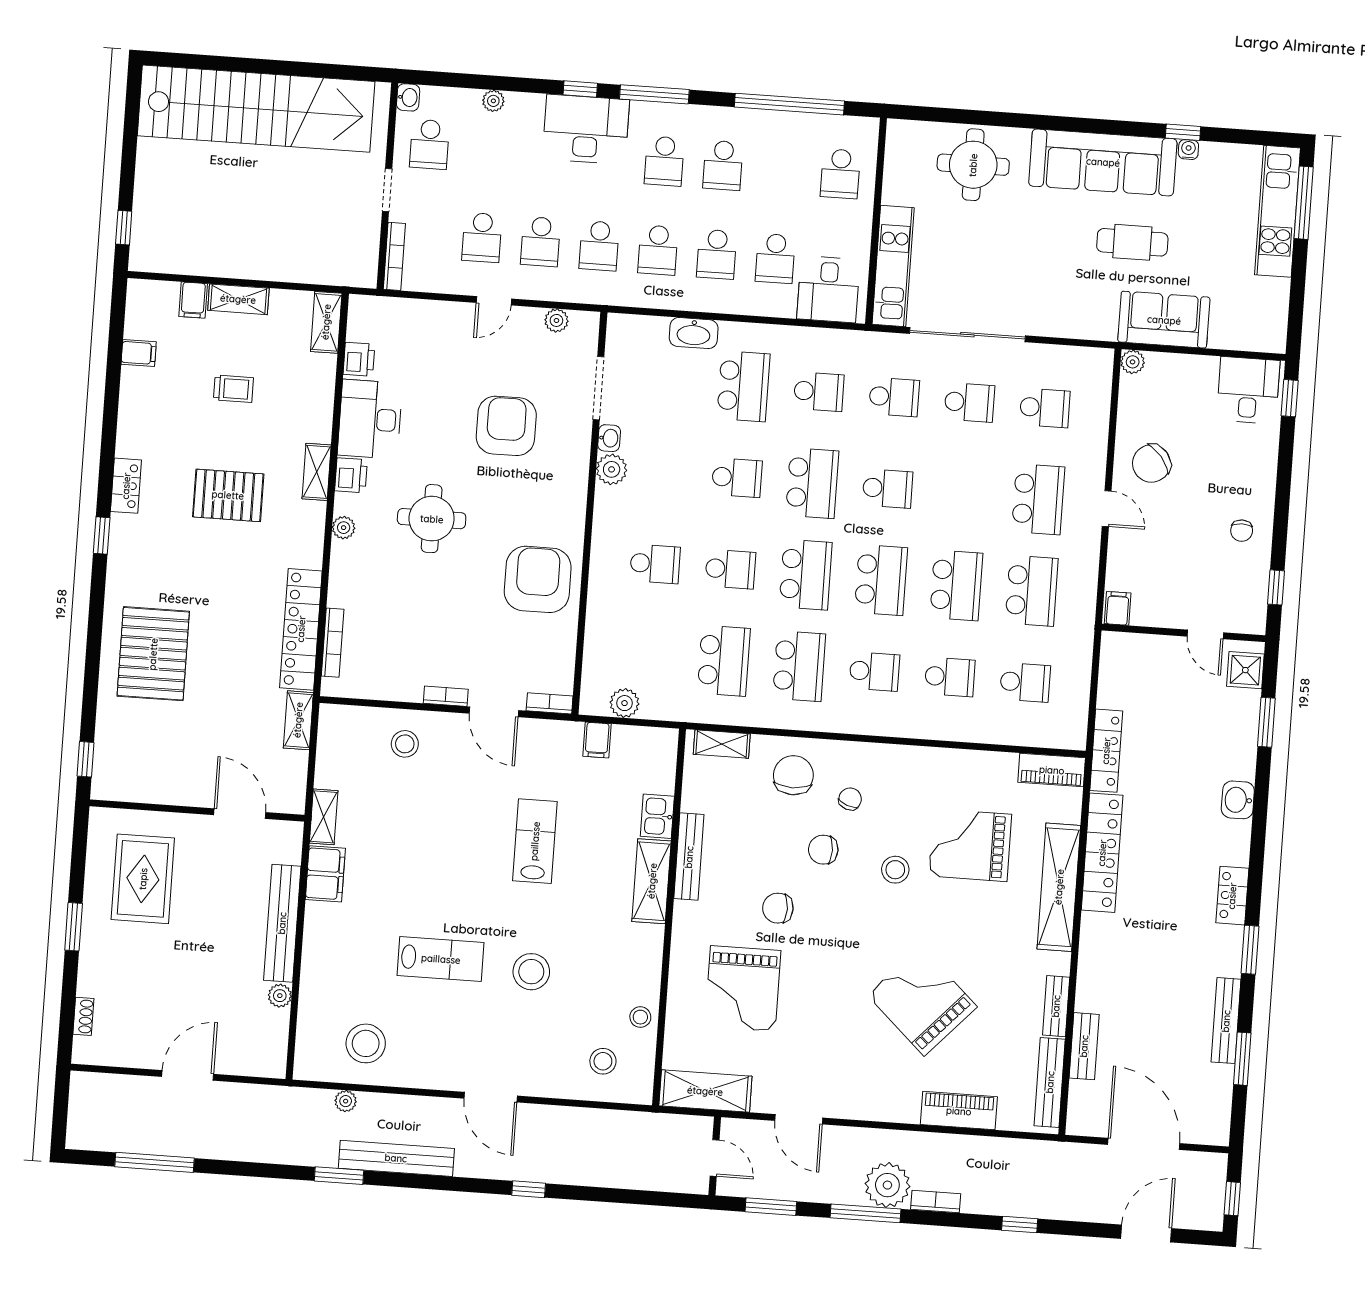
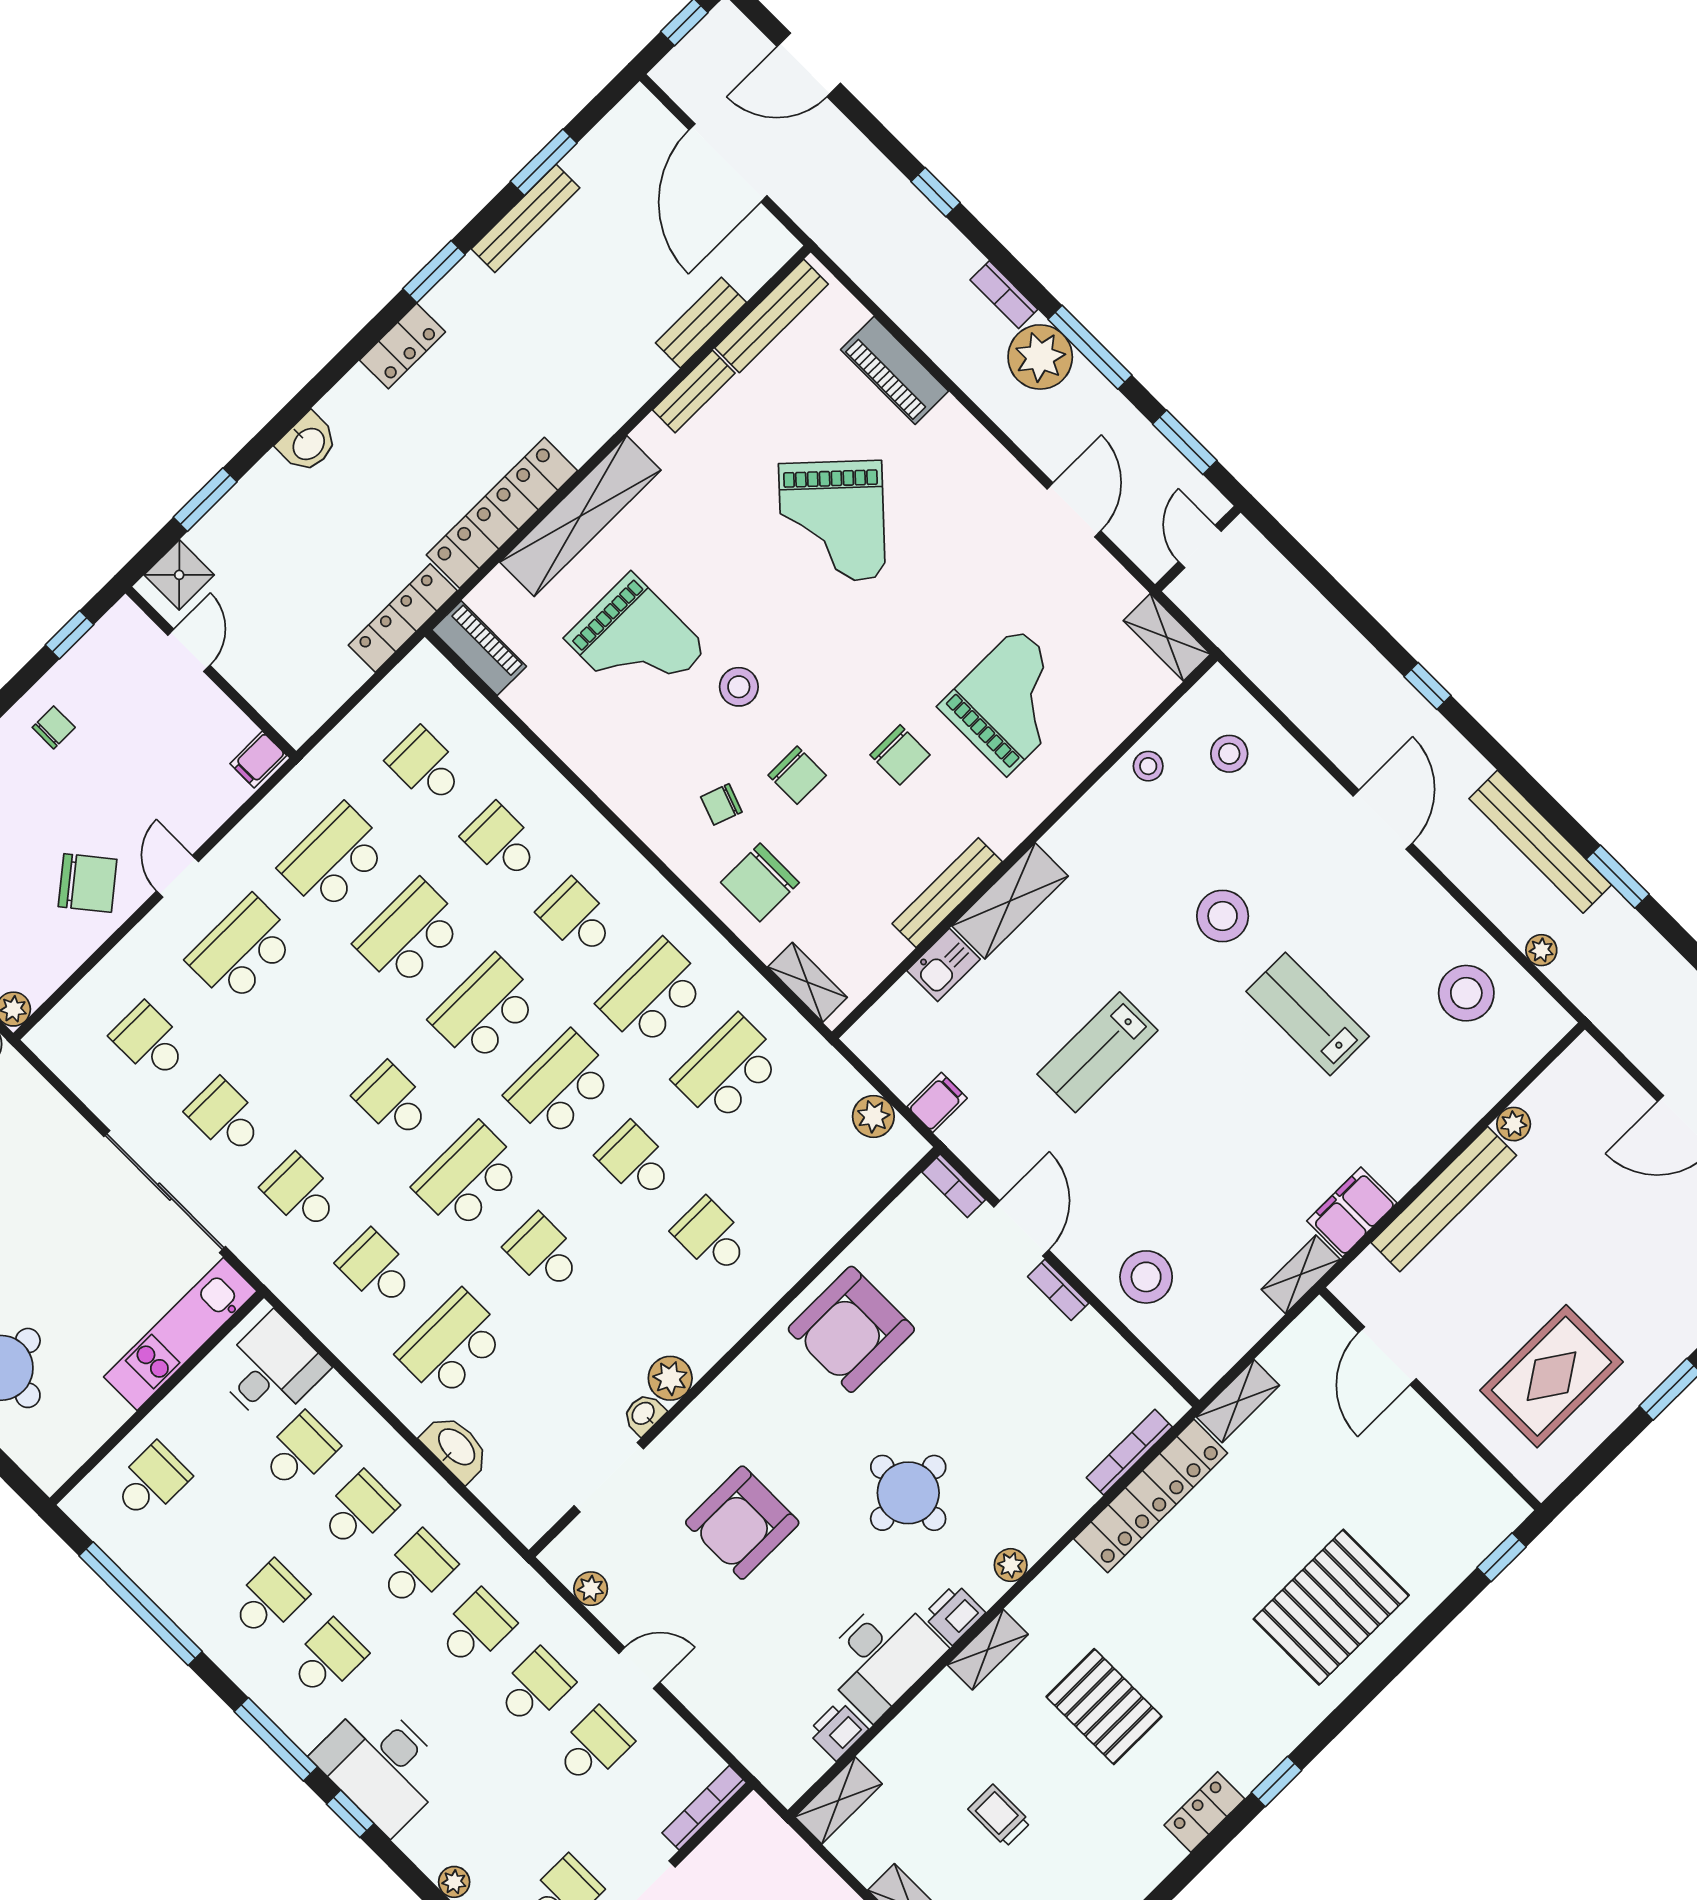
stool: (405, 744) -> (1146, 1277), width x1.38, depth x1.38
shelving: (705, 1091) -> (1167, 637), width x0.67, depth x0.75

